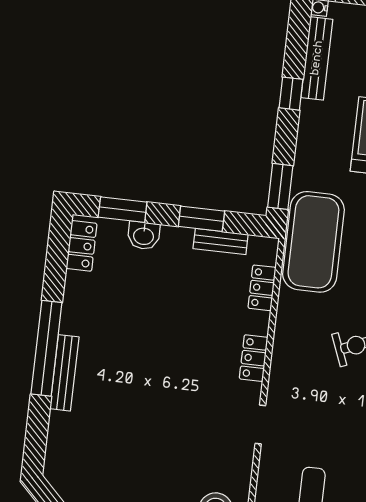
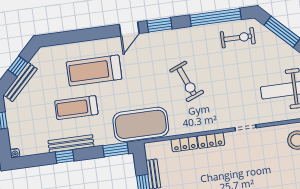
bench: (317, 58) -> (71, 144), moved
locker: (262, 288) -> (184, 144), moved

